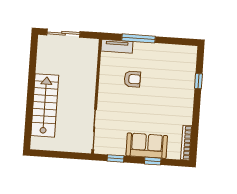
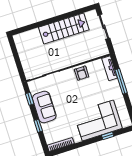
armchair: (132, 79) -> (82, 73), moved
corner sofa: (175, 86) -> (98, 120), added
stairs: (45, 105) -> (64, 29), moved
sofa: (147, 146) -> (44, 107), moved

